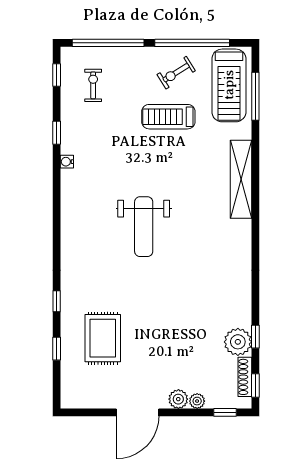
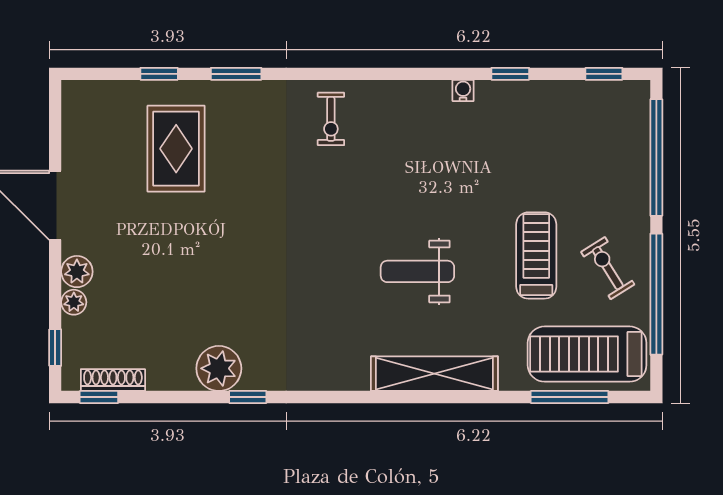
exercise bike: (93, 85) -> (331, 119), moved, turned 90
weight bench: (144, 227) -> (417, 271), moved, width x0.73, depth x0.75
window: (57, 301) -> (236, 74), width x1.50
window: (255, 337) -> (248, 397), moved
rug: (103, 338) -> (176, 149), turned 90
plant: (238, 342) -> (219, 368), moved

